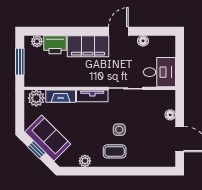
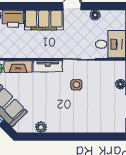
side table: (119, 130) -> (76, 85), moved
coffee table: (115, 151) -> (69, 118), removed

